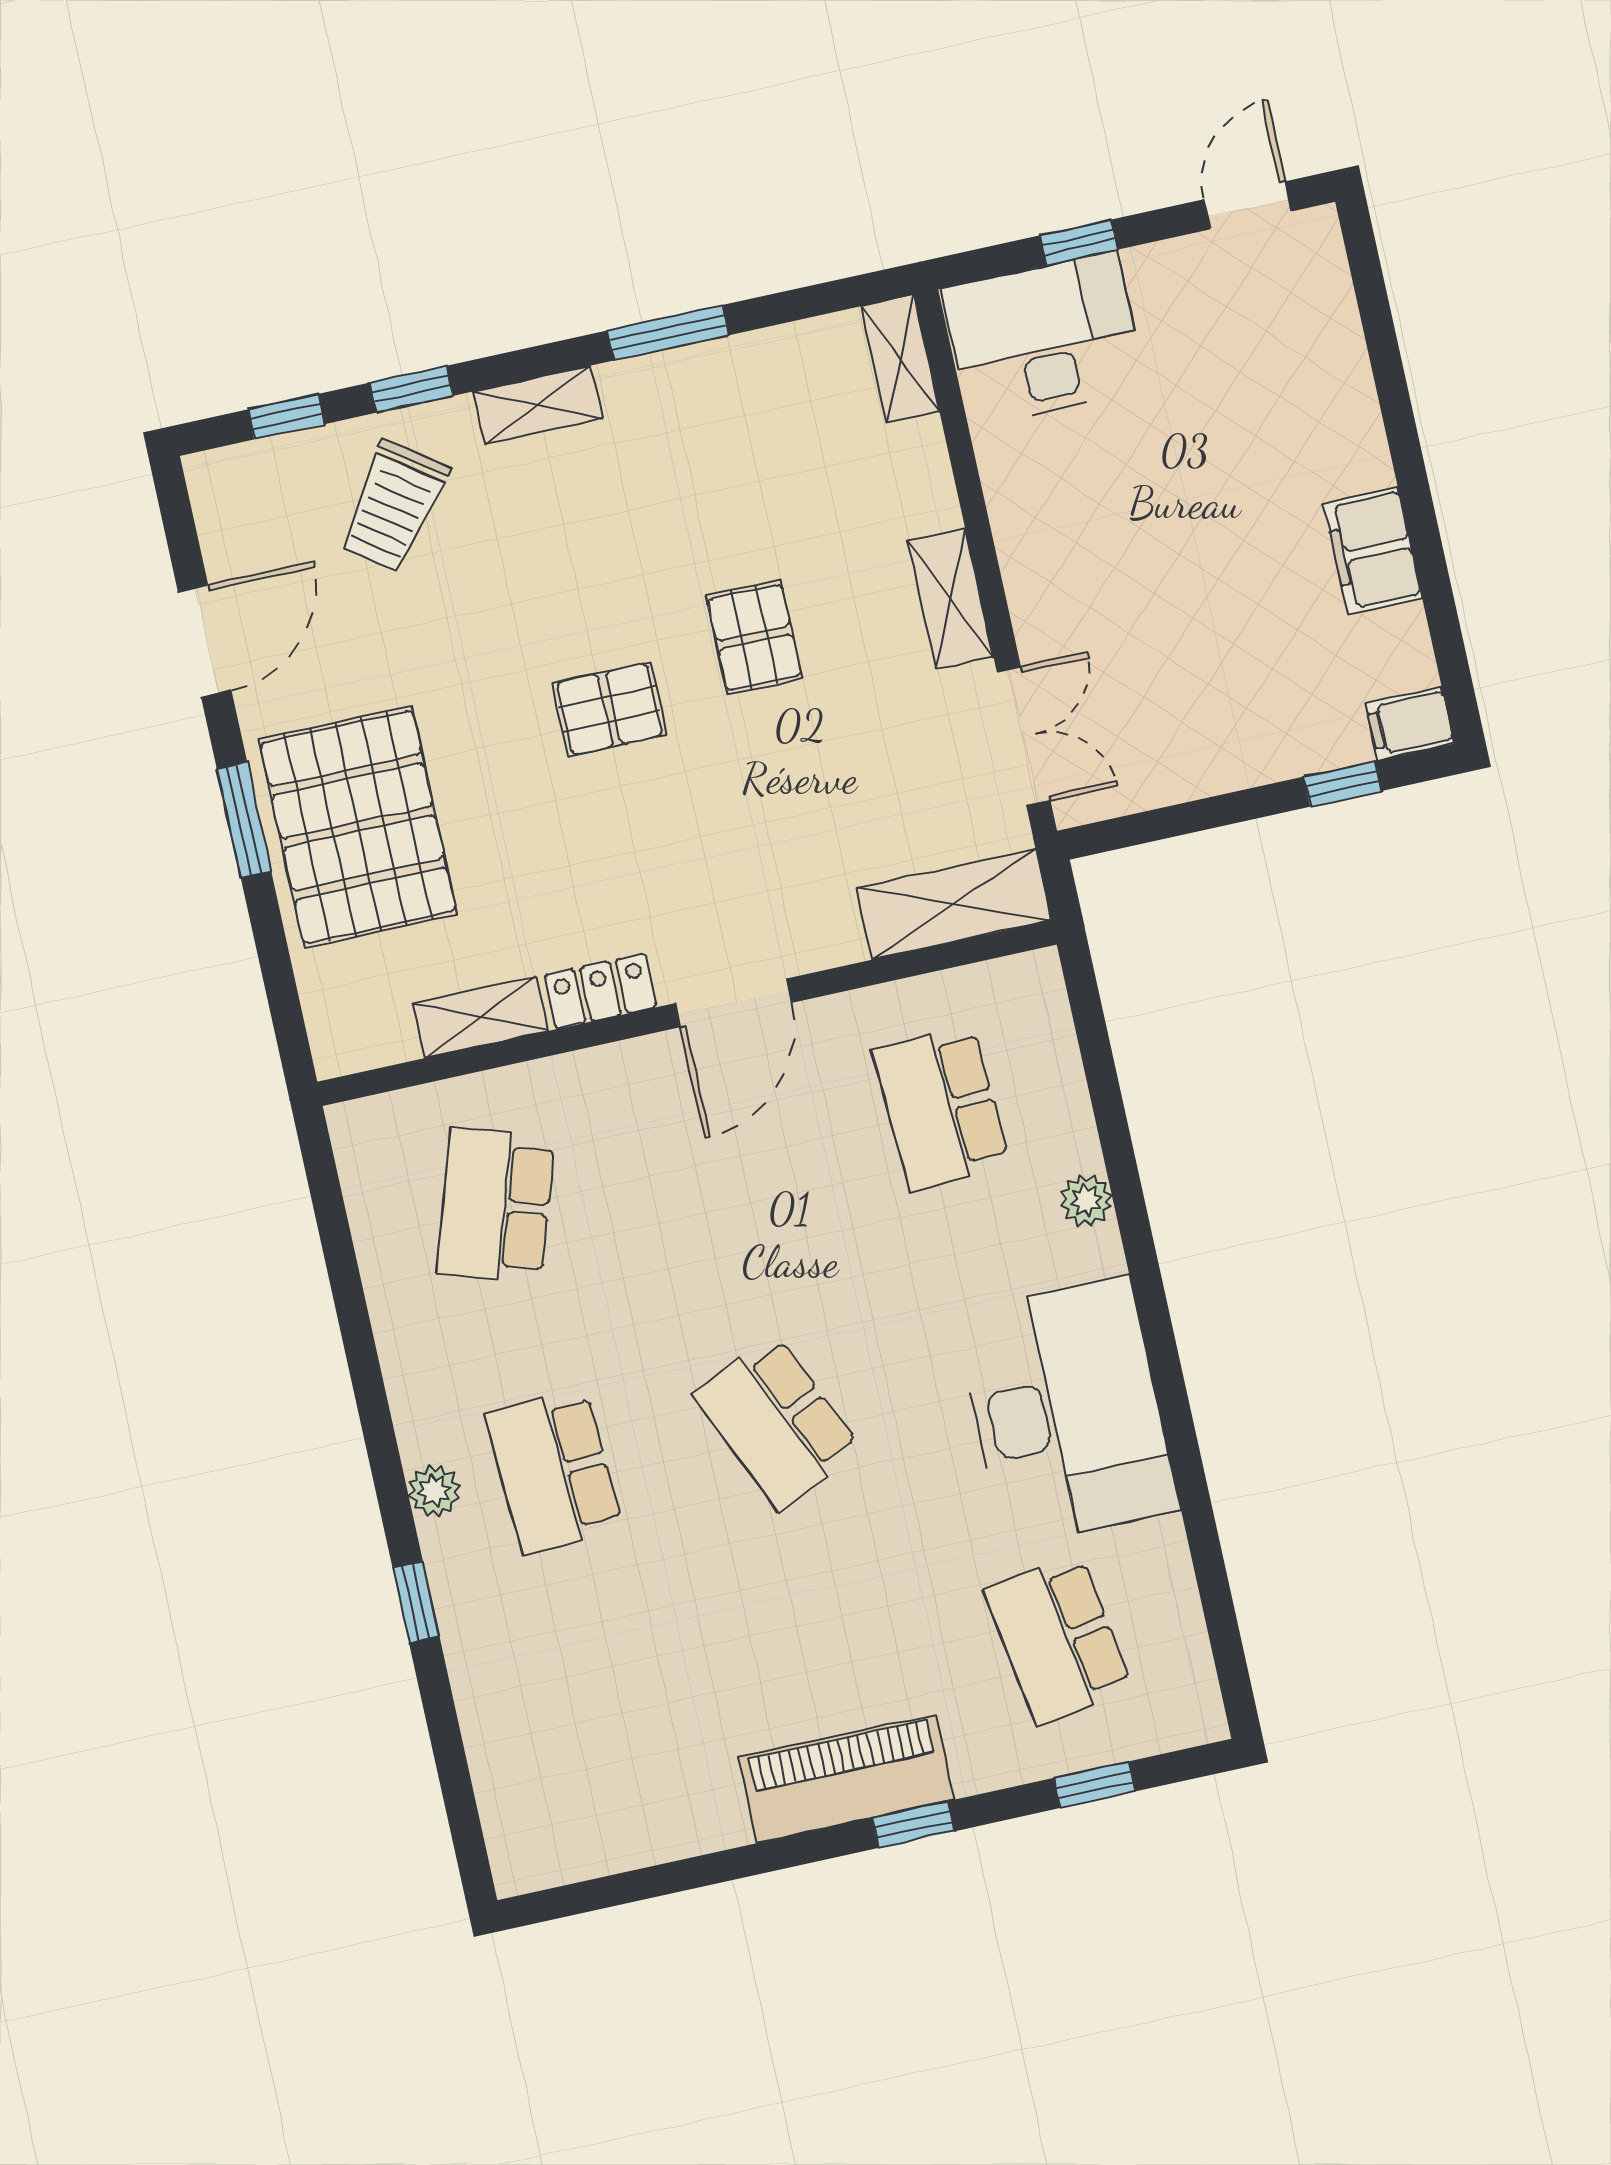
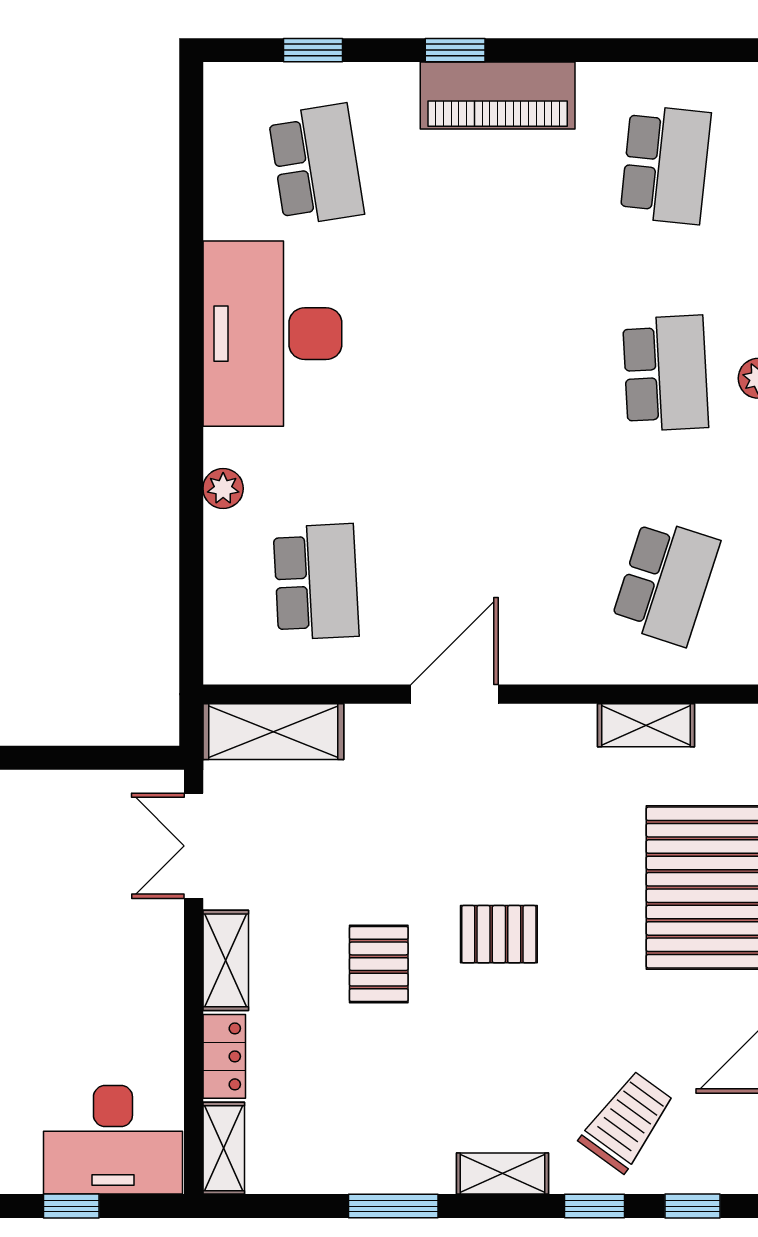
locker: (600, 991) -> (224, 1056), moved, turned -90
school desk: (777, 1422) -> (665, 165), moved, turned 30

